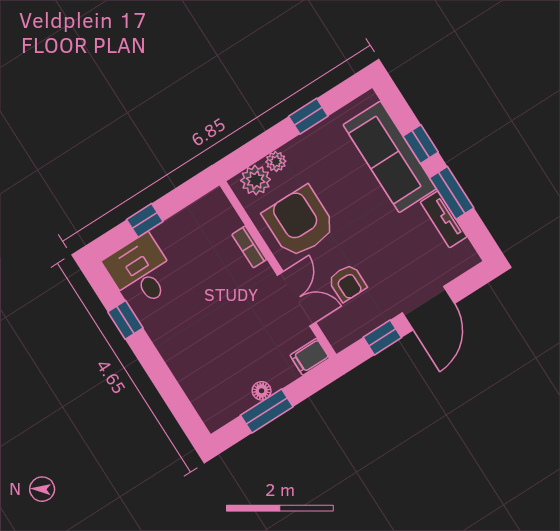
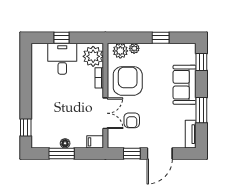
window: (421, 144) -> (201, 62), moved
sofa: (390, 157) -> (185, 85), width x0.73
plant: (216, 218) -> (93, 56), added
tv unit: (444, 219) -> (191, 134), moved
desk: (141, 272) -> (62, 59), moved
window: (125, 320) -> (26, 127), moved

